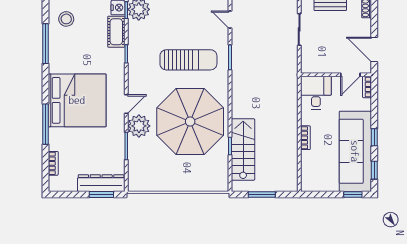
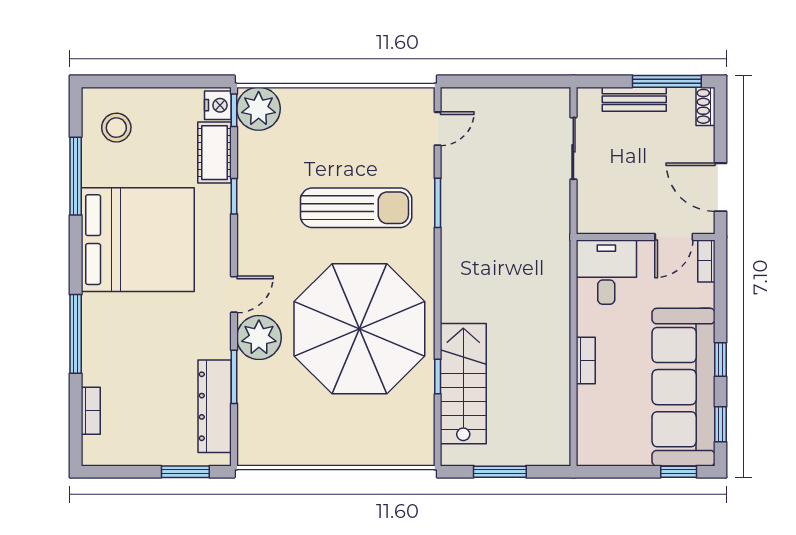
door: (230, 20) -> (438, 129), swing flipped
bed: (77, 100) -> (138, 240), moved
dresser: (101, 183) -> (215, 406), moved, turned -90

